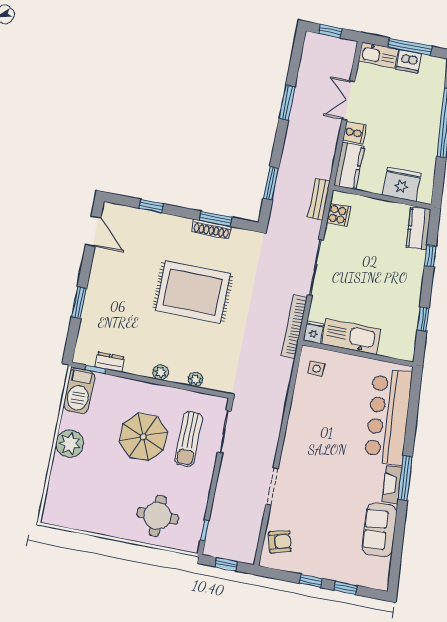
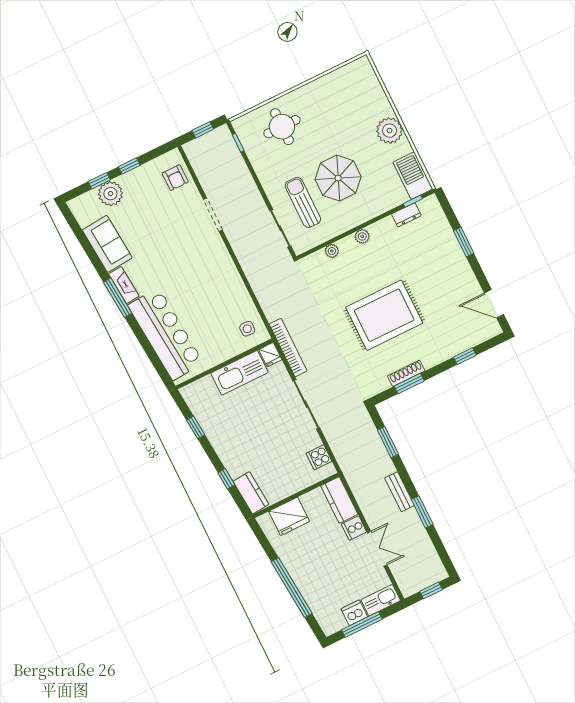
bench: (319, 199) -> (399, 492), moved
armchair: (280, 542) -> (175, 178), turned -75
plant: (344, 570) -> (110, 194), added

